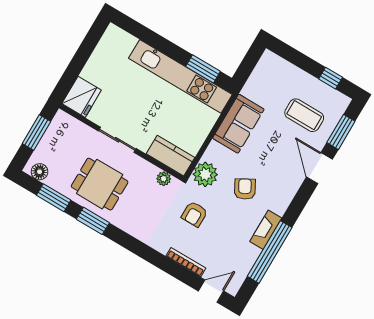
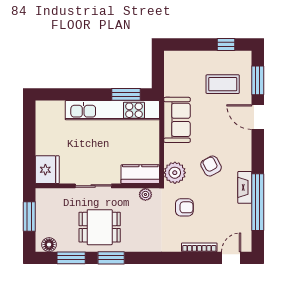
armchair: (194, 214) -> (184, 207), turned -90

